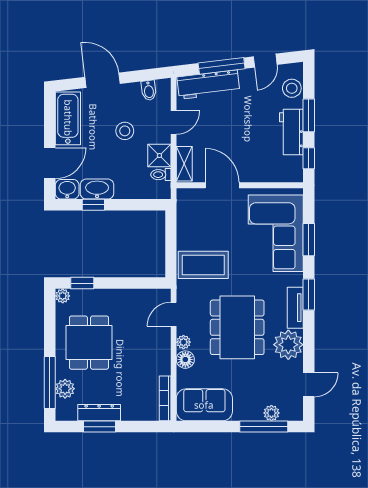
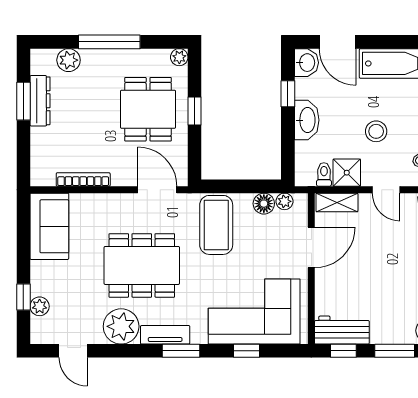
workbench: (291, 132) -> (342, 330), moved
washbasin: (97, 189) -> (307, 120), moved
window: (309, 240) -> (246, 351), width x0.67
window: (82, 283) -> (195, 111), moved
door: (174, 314) -> (157, 190), width x1.38
plant: (183, 342) -> (285, 201), moved
dining table: (89, 343) -> (148, 109), moved, turned 90
floor lamp: (185, 360) -> (264, 204), moved
window: (50, 383) -> (109, 42), moved
bookcase: (165, 398) -> (83, 179), moved
window: (264, 427) -> (23, 297), width x0.46

